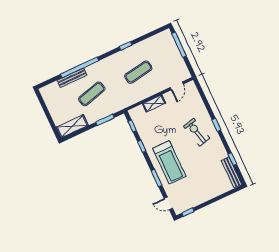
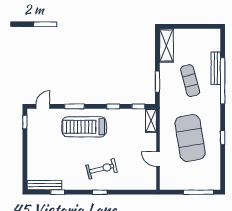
exercise mat: (138, 72) -> (190, 138), width x2.00, depth x1.45
door: (177, 86) -> (158, 159), moved
shelving: (154, 103) -> (151, 121), moved

